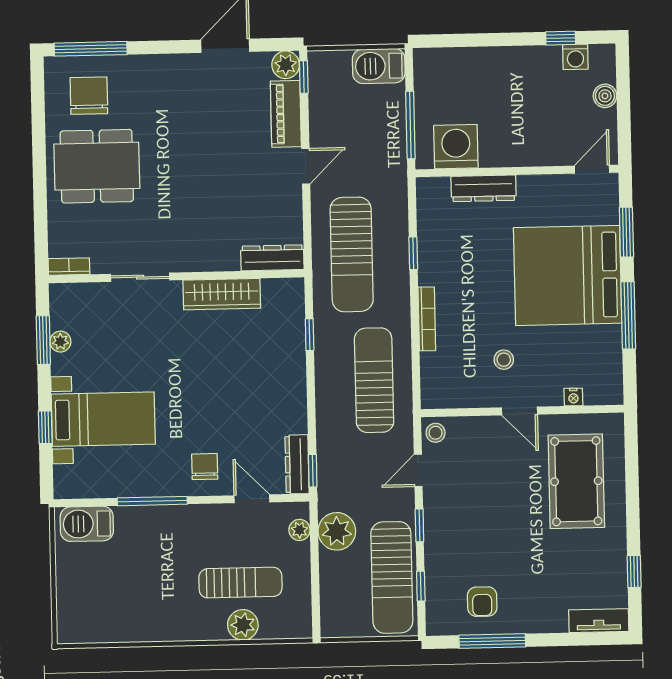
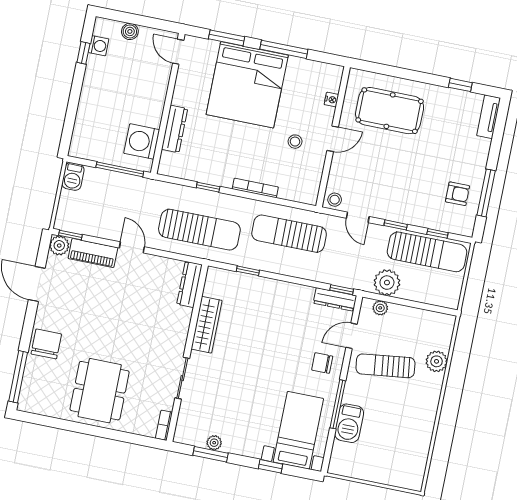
barbecue: (379, 66) -> (73, 176), width x0.73, depth x0.79
chair: (89, 96) -> (46, 344), moved, turned 90
bed with nightstands: (103, 419) -> (298, 430), moved
barbecue: (87, 524) -> (349, 423), moved
sun lounger: (240, 583) -> (385, 366), moved, turned -97

